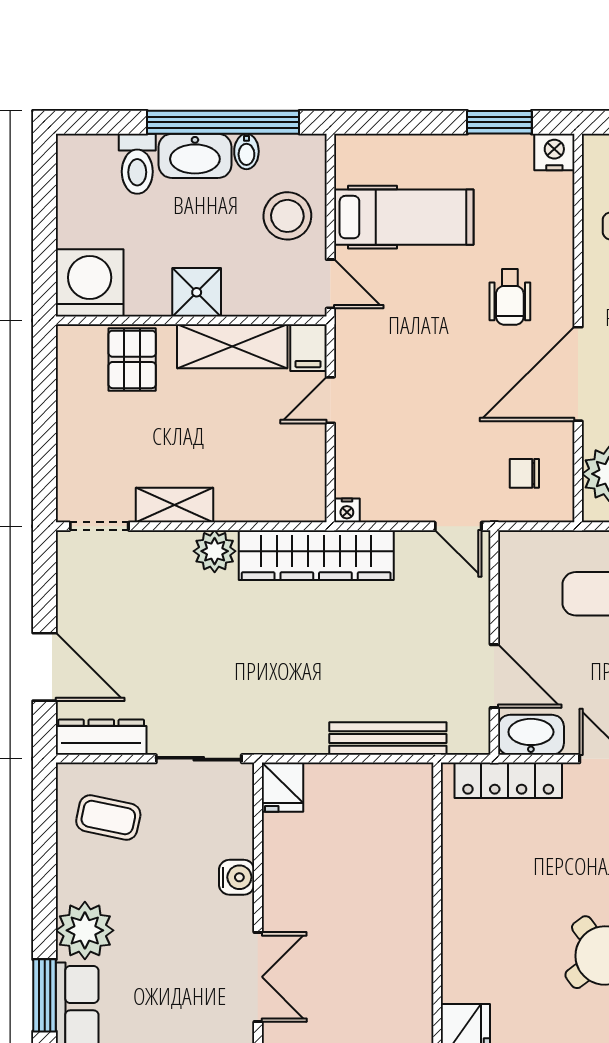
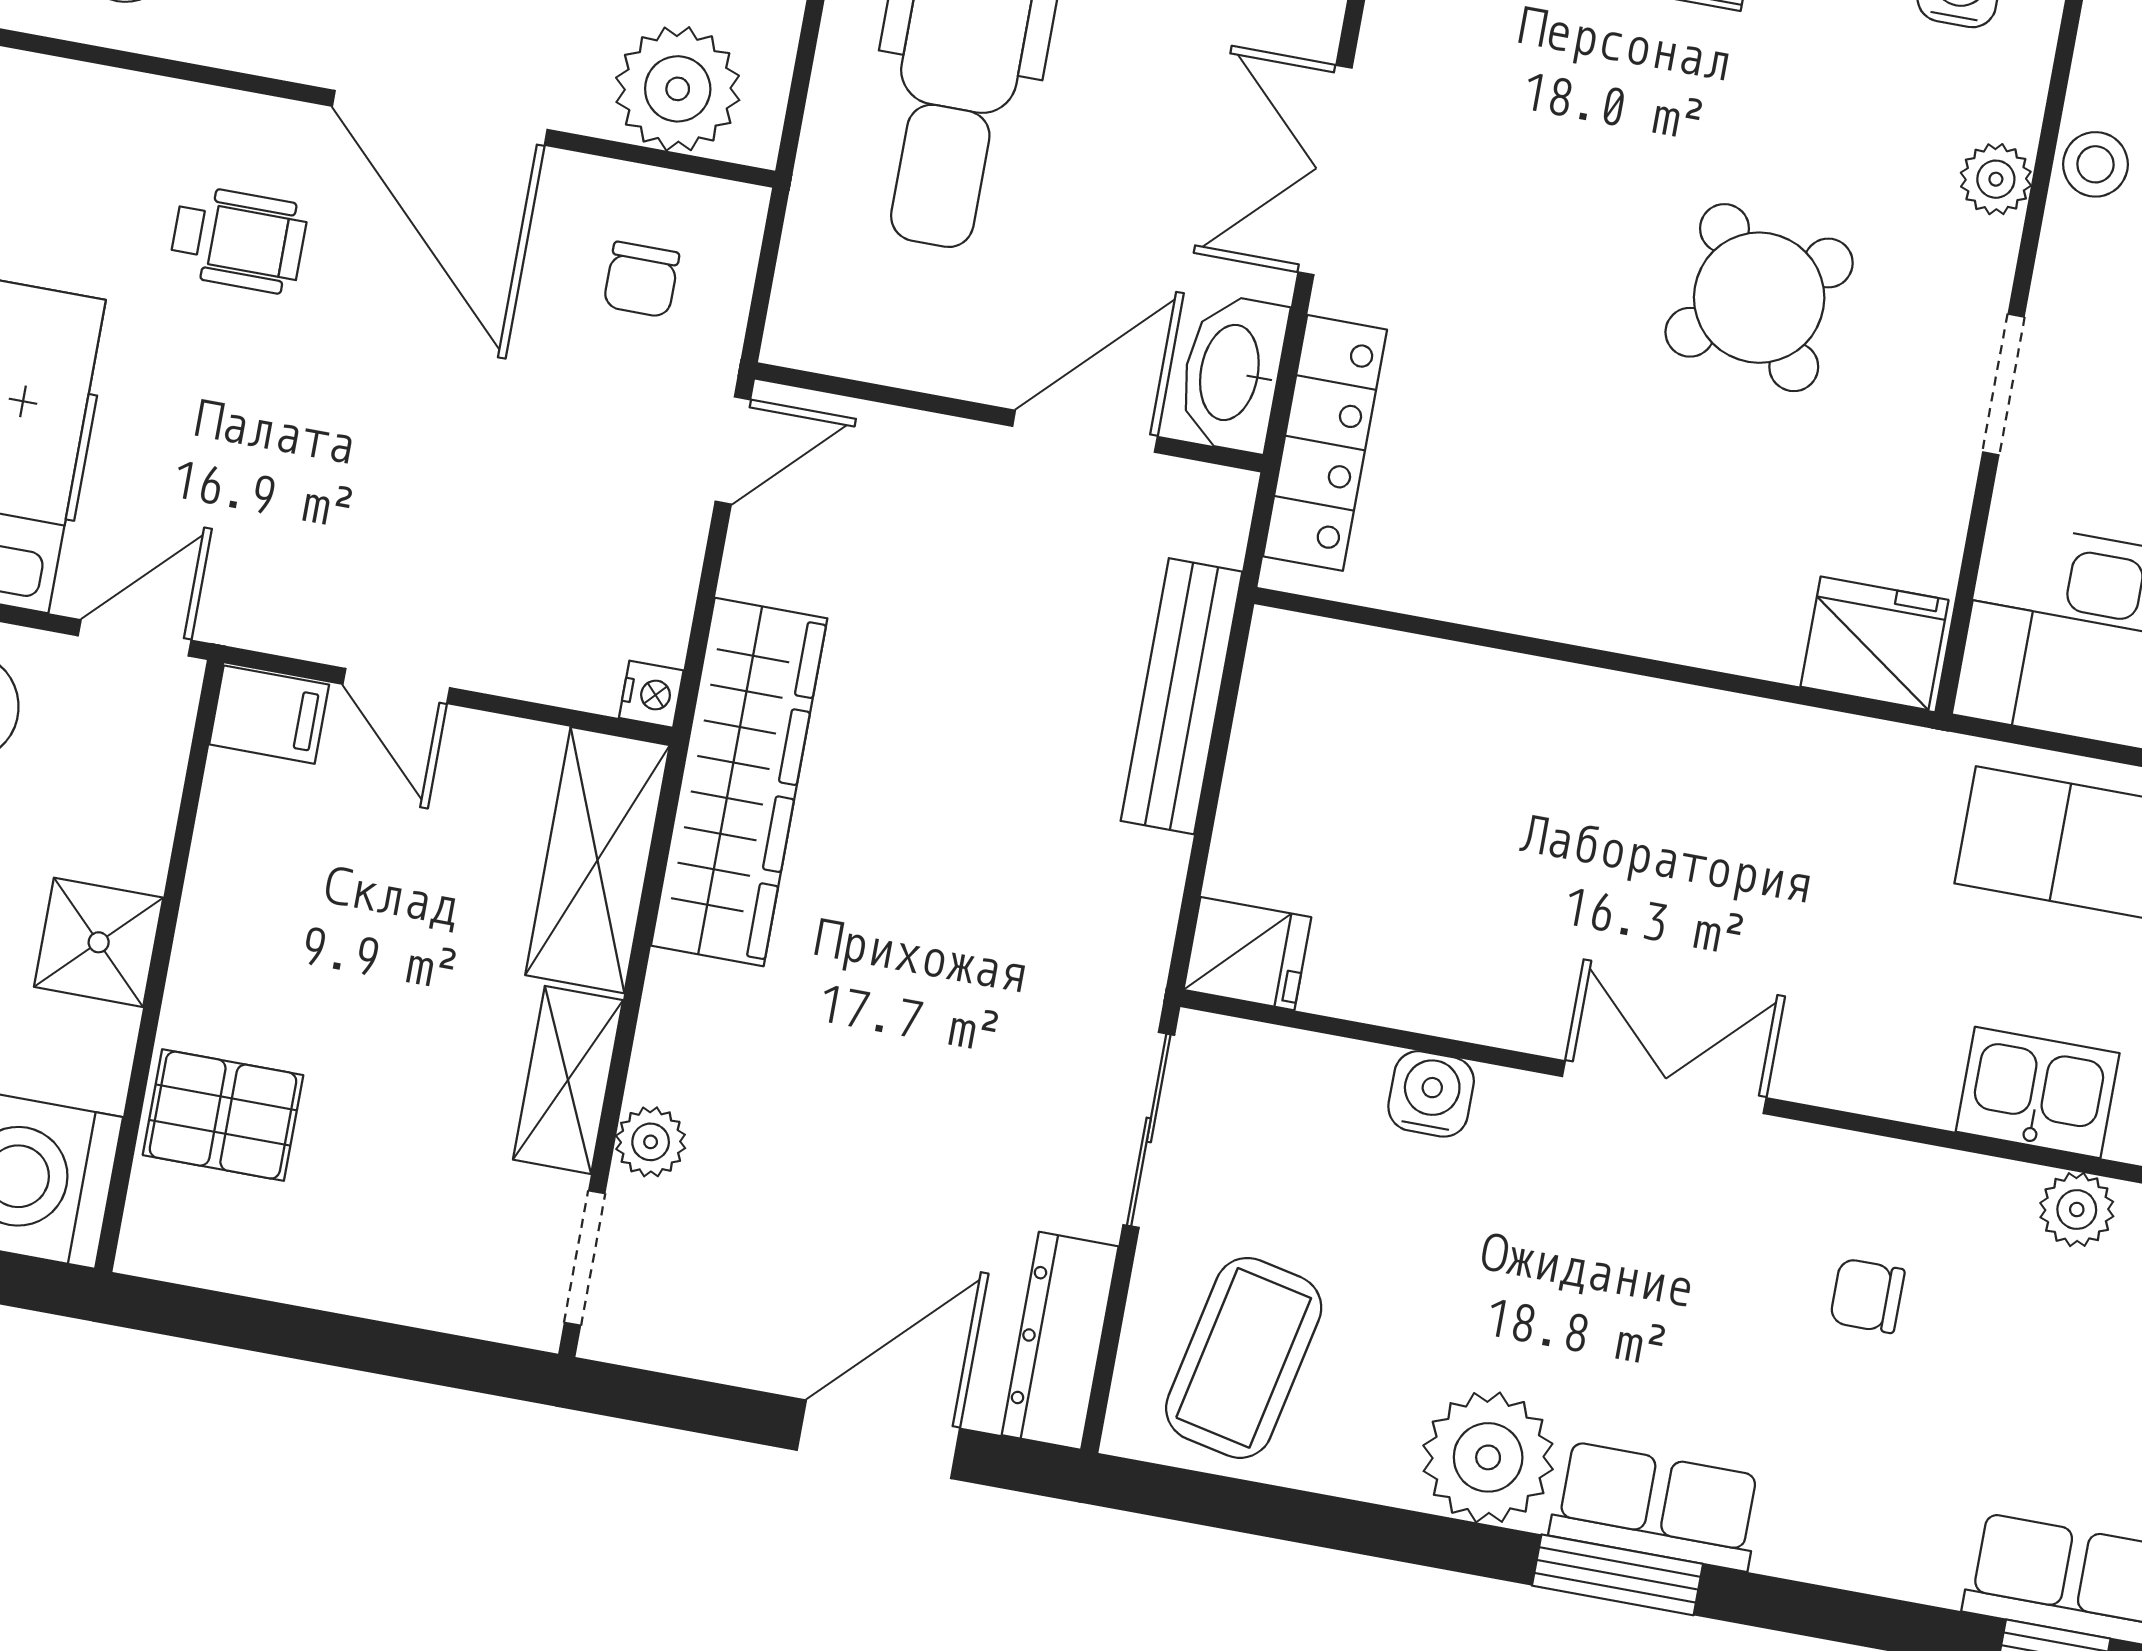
shelving: (232, 346) -> (597, 860), moved
plant: (215, 551) -> (651, 1142), moved, width x0.73, depth x0.73
coffee table: (108, 818) -> (1244, 1358), width x1.36, depth x1.30

